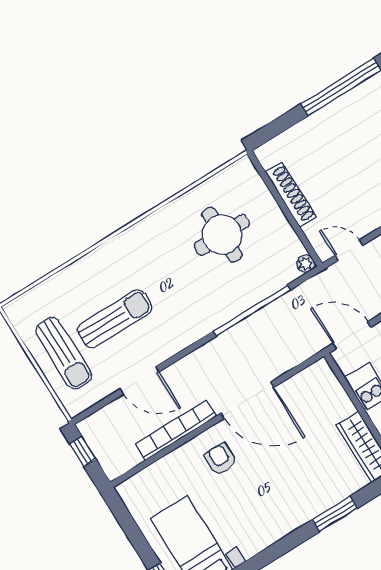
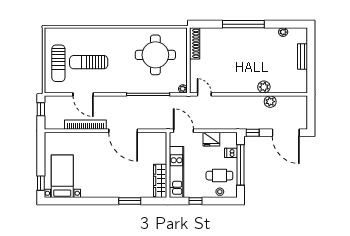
shoe rack: (291, 195) -> (195, 43), moved
round table: (222, 235) -> (155, 55), width x1.36, depth x1.36
sun lounger: (115, 319) -> (89, 62), turned 180
armchair: (221, 459) -> (97, 148), removed

